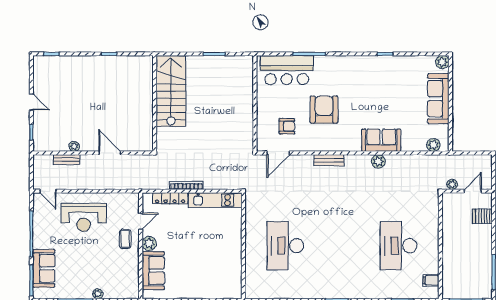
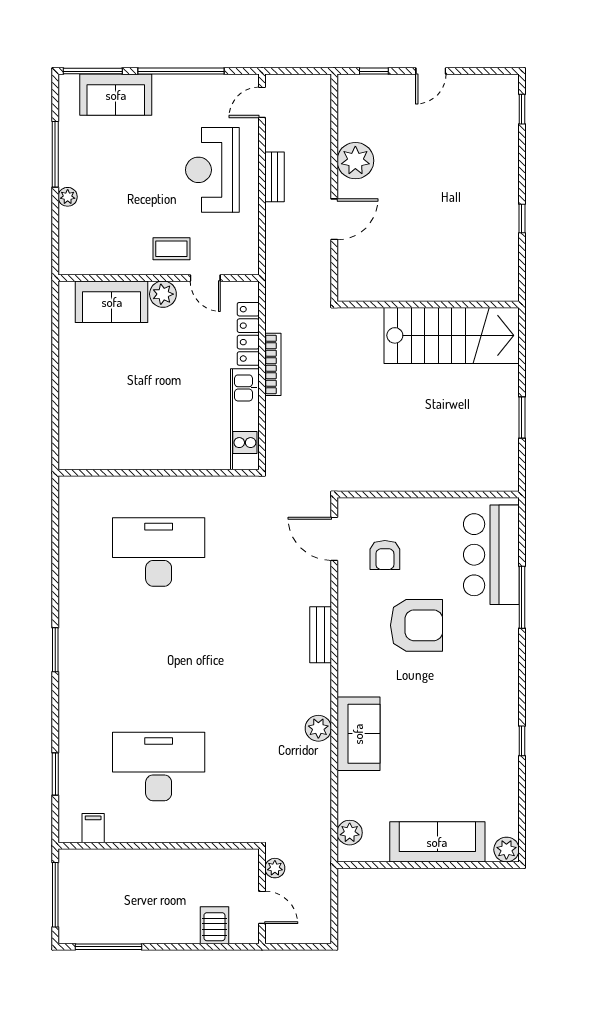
plant: (74, 146) -> (355, 161), width x1.87, depth x1.87
bench: (66, 160) -> (275, 177), moved

